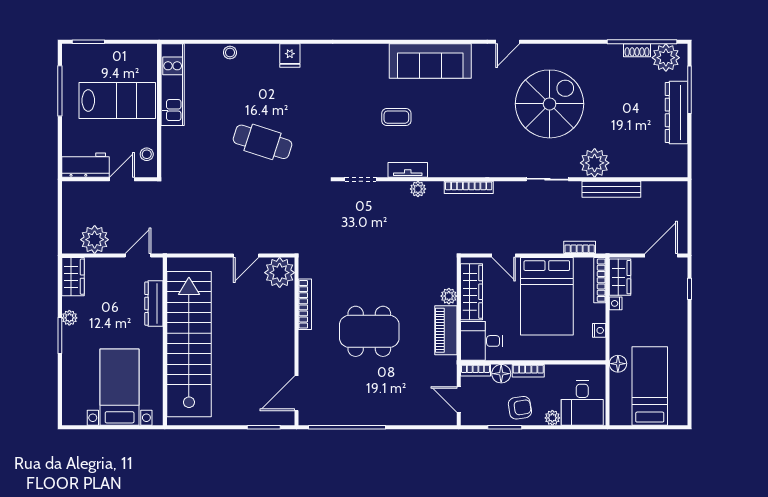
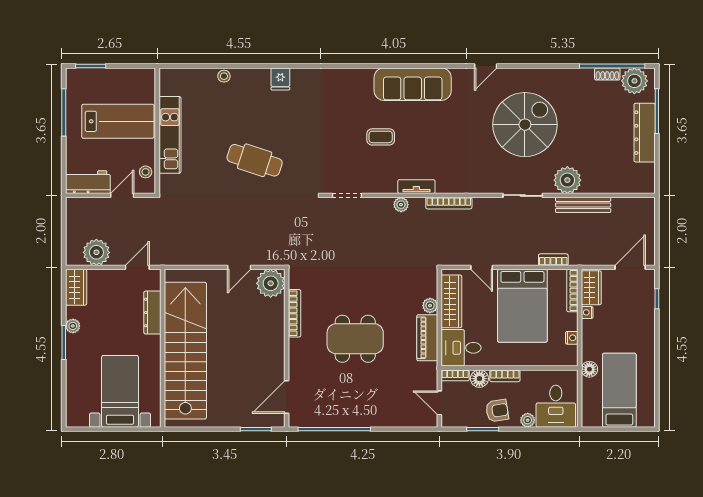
kitchen unit: (173, 85) -> (170, 135), moved
tv unit: (408, 170) -> (416, 187), moved

